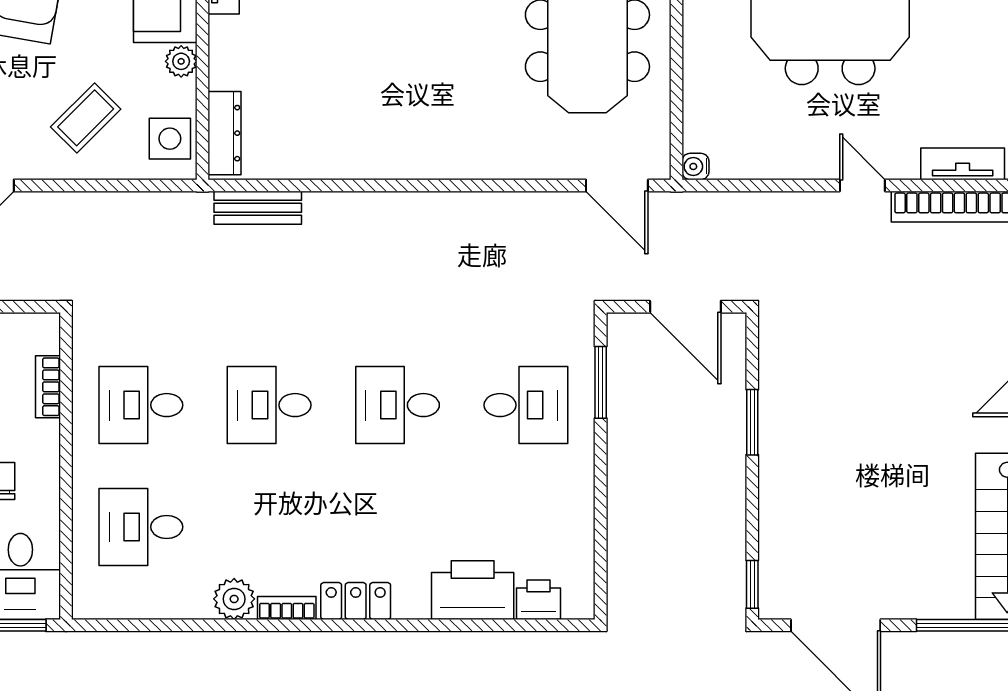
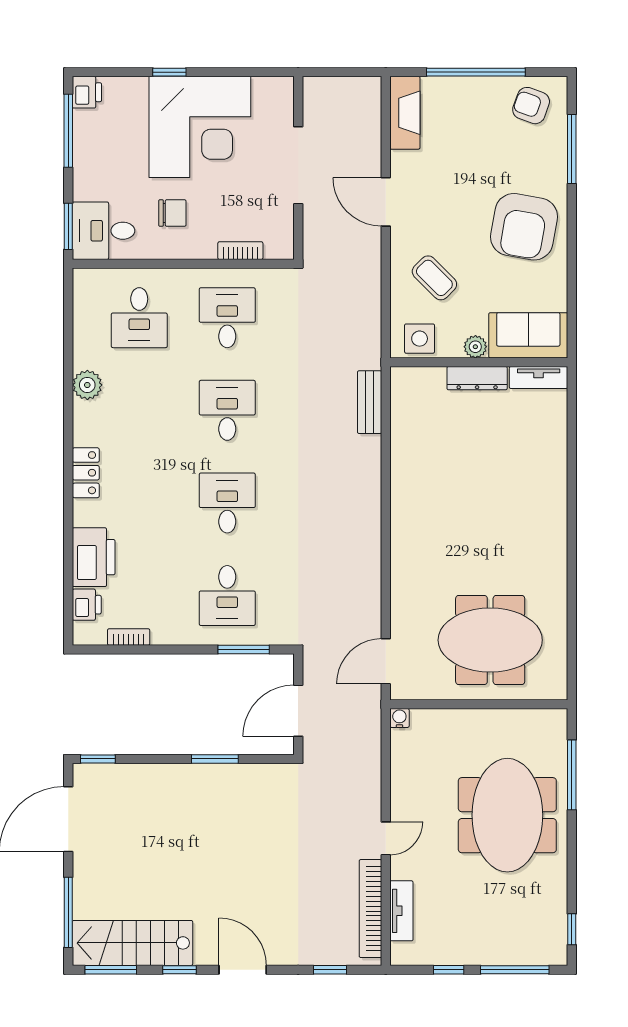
dresser: (225, 133) -> (477, 378), moved
desk: (141, 527) -> (139, 318), turned 180
bookcase: (287, 608) -> (129, 637), moved, turned -90

